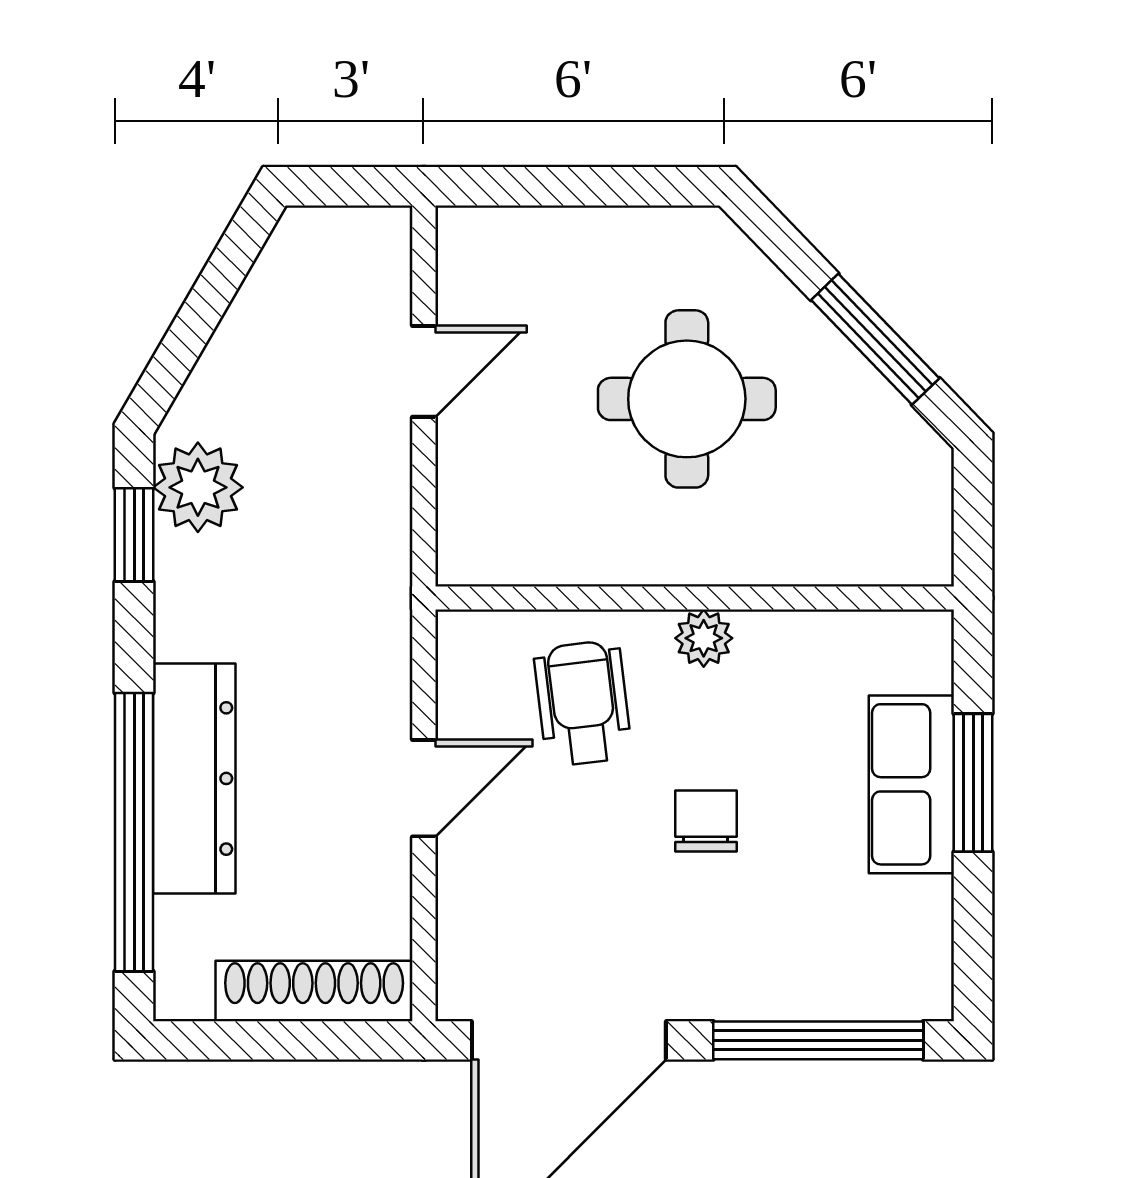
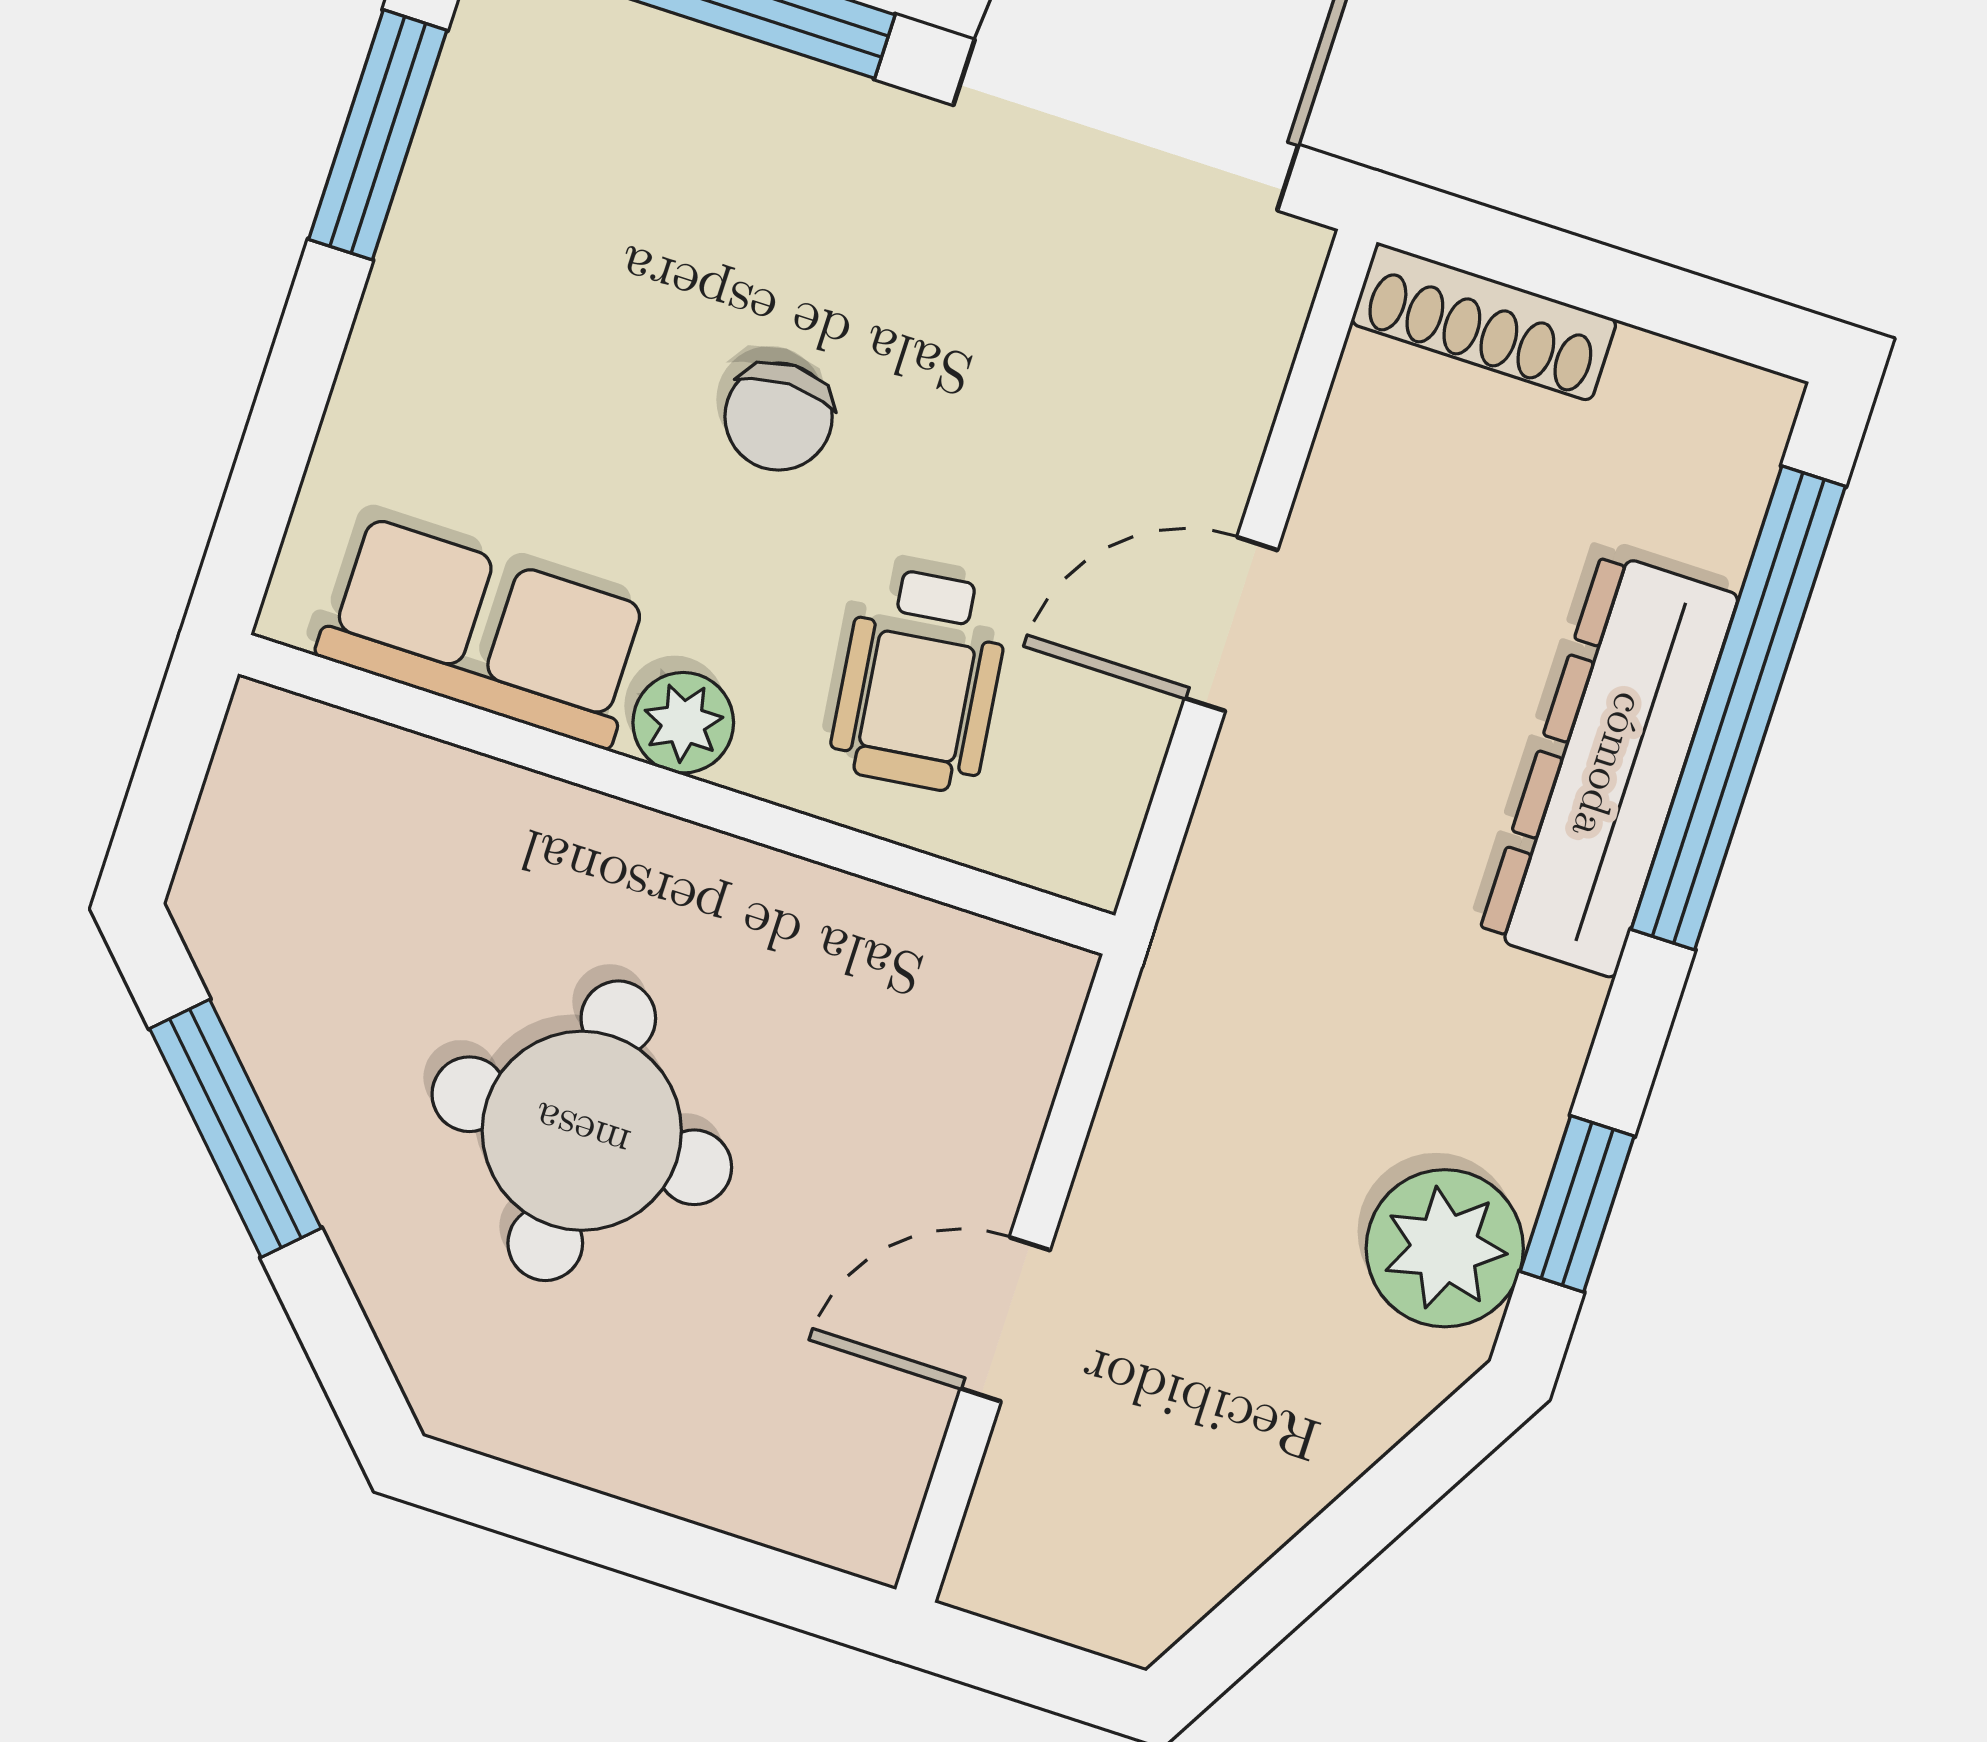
window: (973, 783) -> (378, 135), moved
row of seats: (911, 784) -> (484, 632), moved, turned -90
shoe rack: (314, 991) -> (1484, 322), width x0.74, depth x0.81

